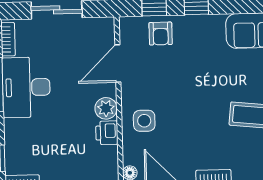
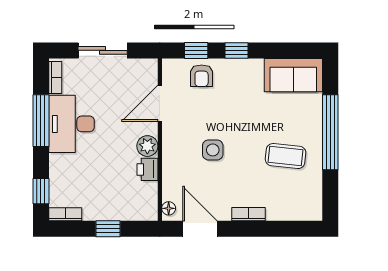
side table: (144, 121) -> (213, 150), moved

